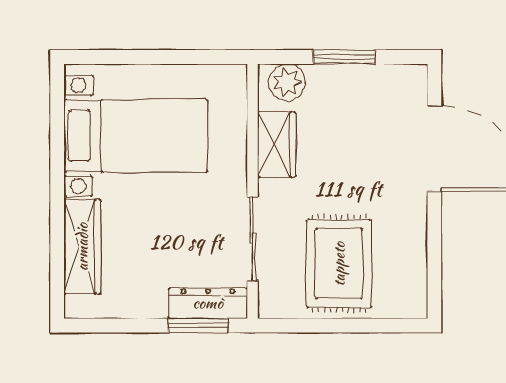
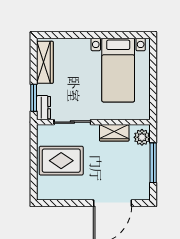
window: (344, 57) -> (153, 163), width x1.44
wardrobe: (82, 247) -> (45, 62), moved, turned -90
dresser: (208, 303) -> (44, 108), width x0.70

